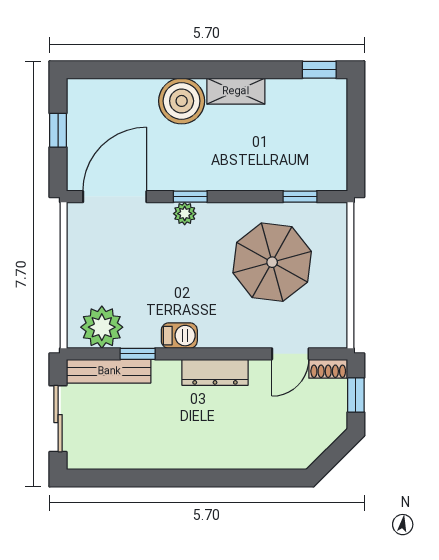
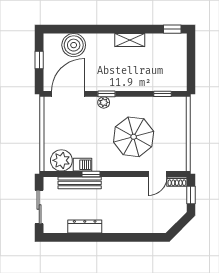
boiler: (182, 101) -> (74, 45), moved
parasol: (272, 262) -> (134, 137), moved
barbecue: (179, 336) -> (82, 165), moved
window: (138, 354) -> (91, 174), moved
bench: (109, 371) -> (80, 183), moved
dresser: (215, 372) -> (85, 227), moved, turned 180

